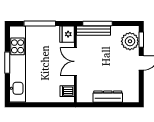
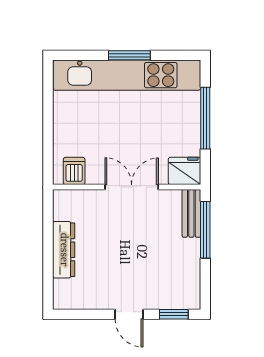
bench: (94, 31) -> (191, 213), width x0.73
plant: (130, 41) -> (171, 293), removed

